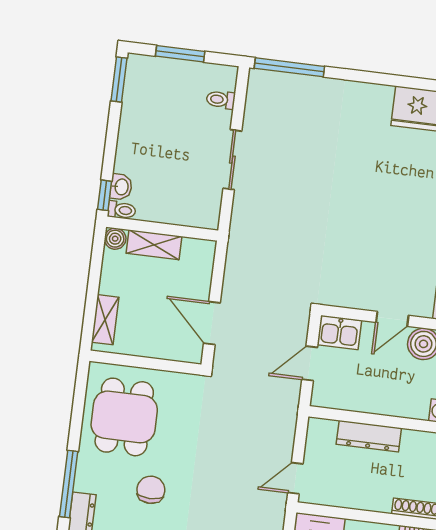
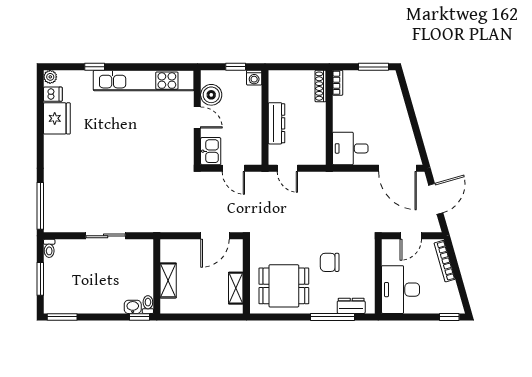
toilet: (221, 100) -> (49, 248), moved
boiler: (115, 239) -> (167, 306), removed
shelving: (105, 320) -> (236, 288), moved, turned 90
door: (295, 478) -> (287, 168), moved

